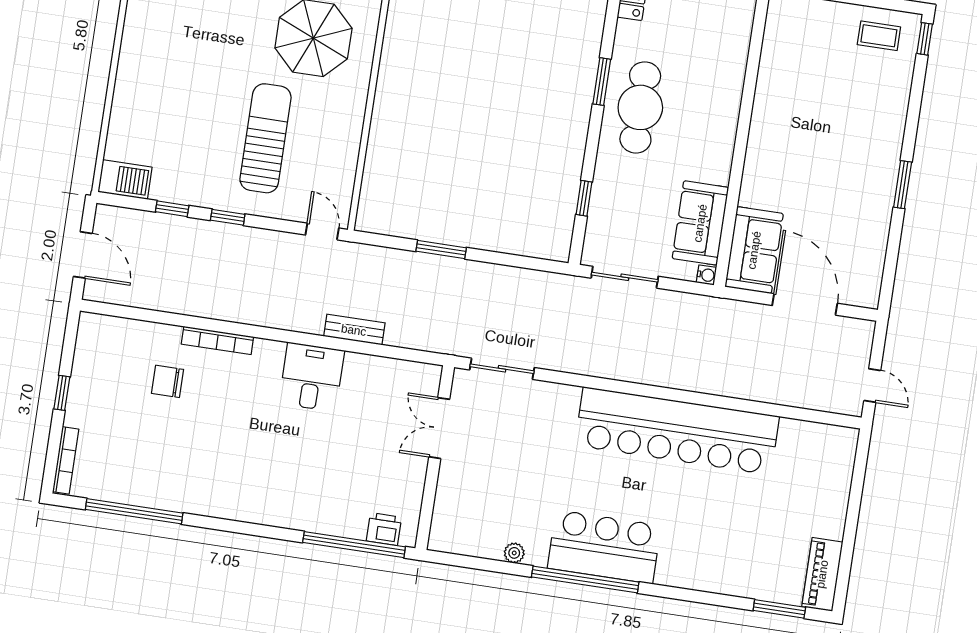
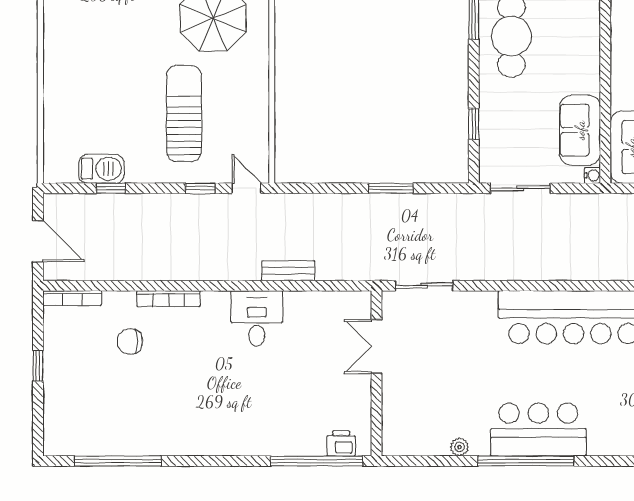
barbecue: (125, 180) -> (101, 169), moved
window: (228, 217) -> (200, 188), moved
window: (441, 249) -> (391, 188), moved
bookcase: (66, 460) -> (72, 298), moved, turned 90

